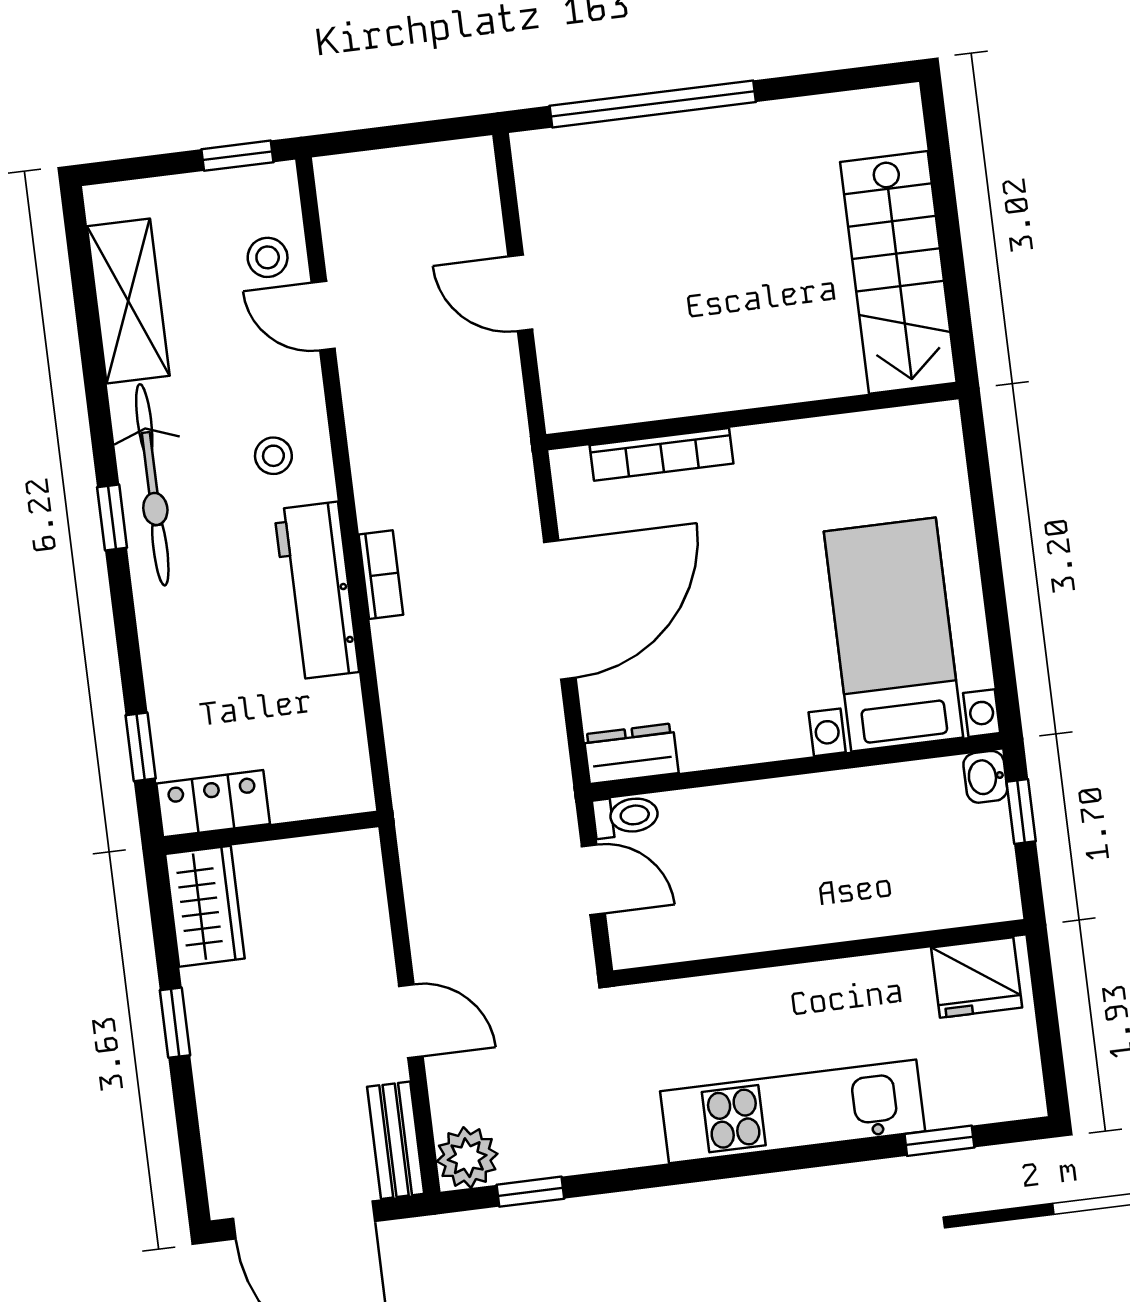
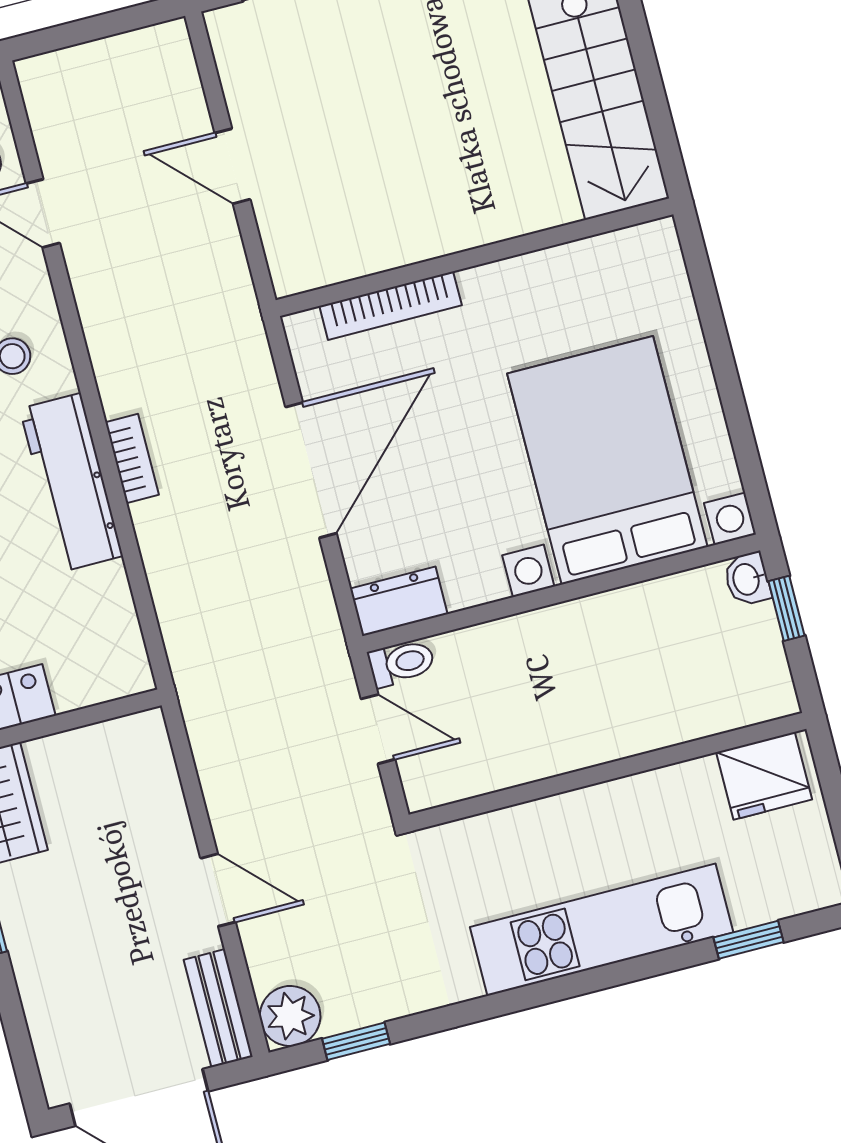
bed with nightstands: (893, 635) -> (607, 460), width x1.36

